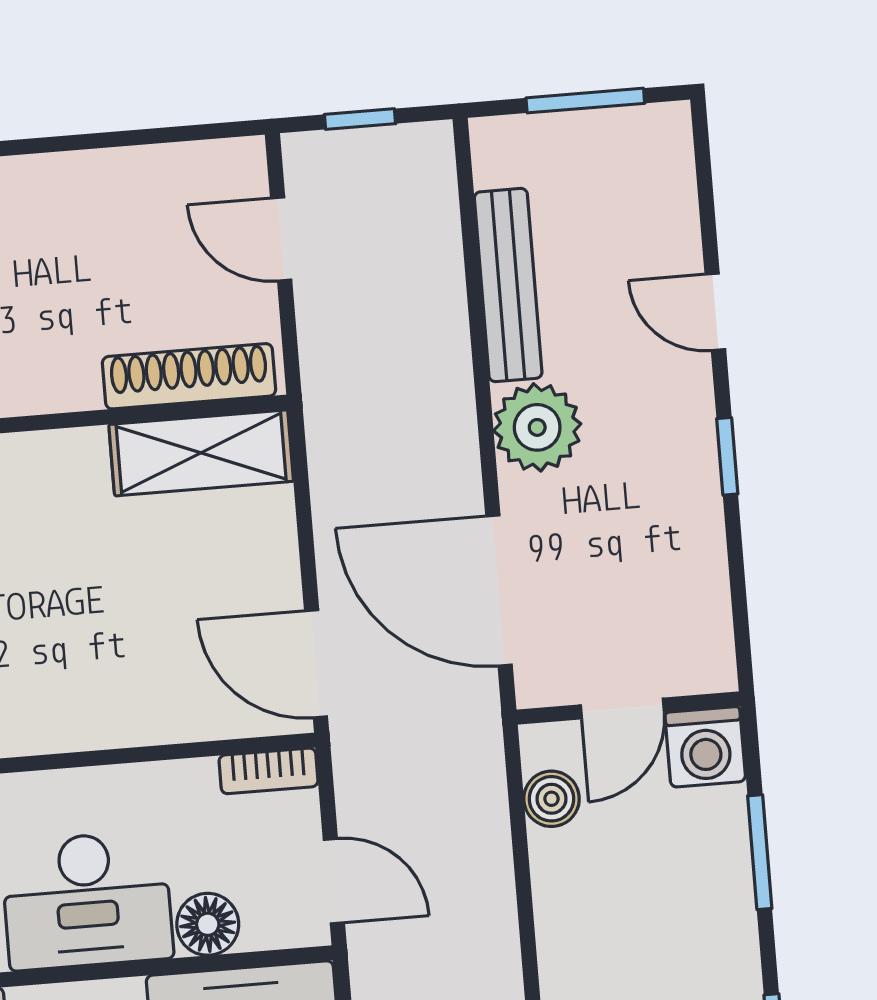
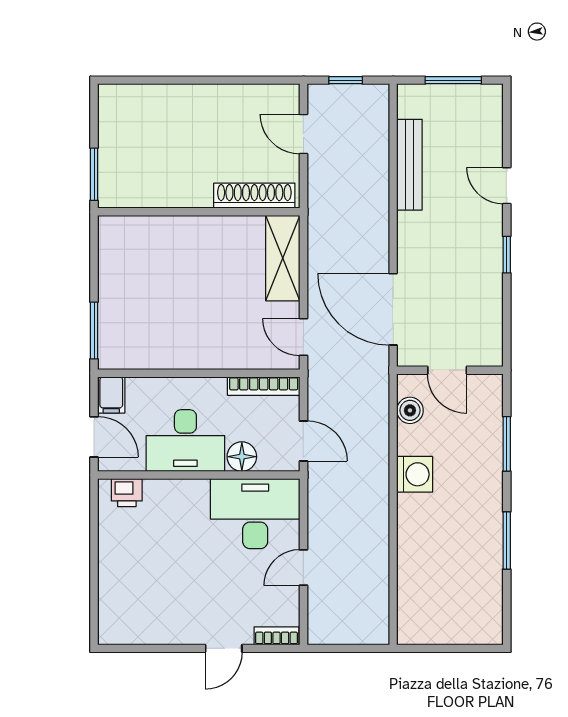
plant: (537, 427) -> (418, 233), removed
shelving: (201, 453) -> (283, 258), moved, turned 90
door: (316, 664) -> (303, 337), width x0.73
door: (622, 708) -> (447, 370), hinge flipped
washing machine: (705, 747) -> (415, 474), moved, turned -90
bookcase: (269, 771) -> (264, 386), width x1.56

